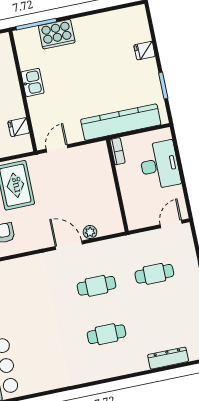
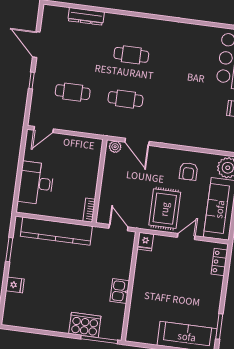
fridge: (19, 127) -> (145, 242), moved, turned 90
door: (57, 148) -> (118, 228), swing flipped
bookcase: (117, 151) -> (89, 210), moved
wall: (117, 186) -> (99, 181), moved

